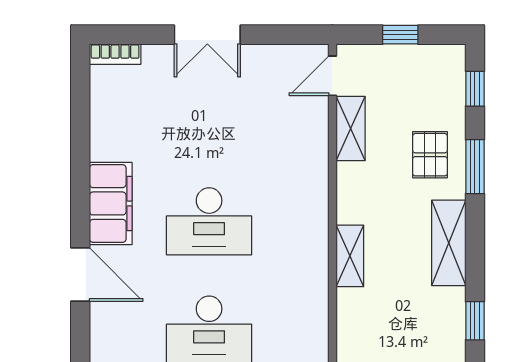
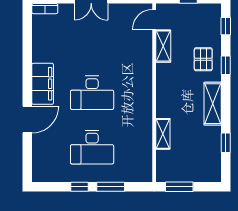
window: (475, 167) -> (226, 65), width x0.67
shelving: (350, 256) -> (163, 134), moved
door: (80, 274) -> (27, 120), hinge flipped

